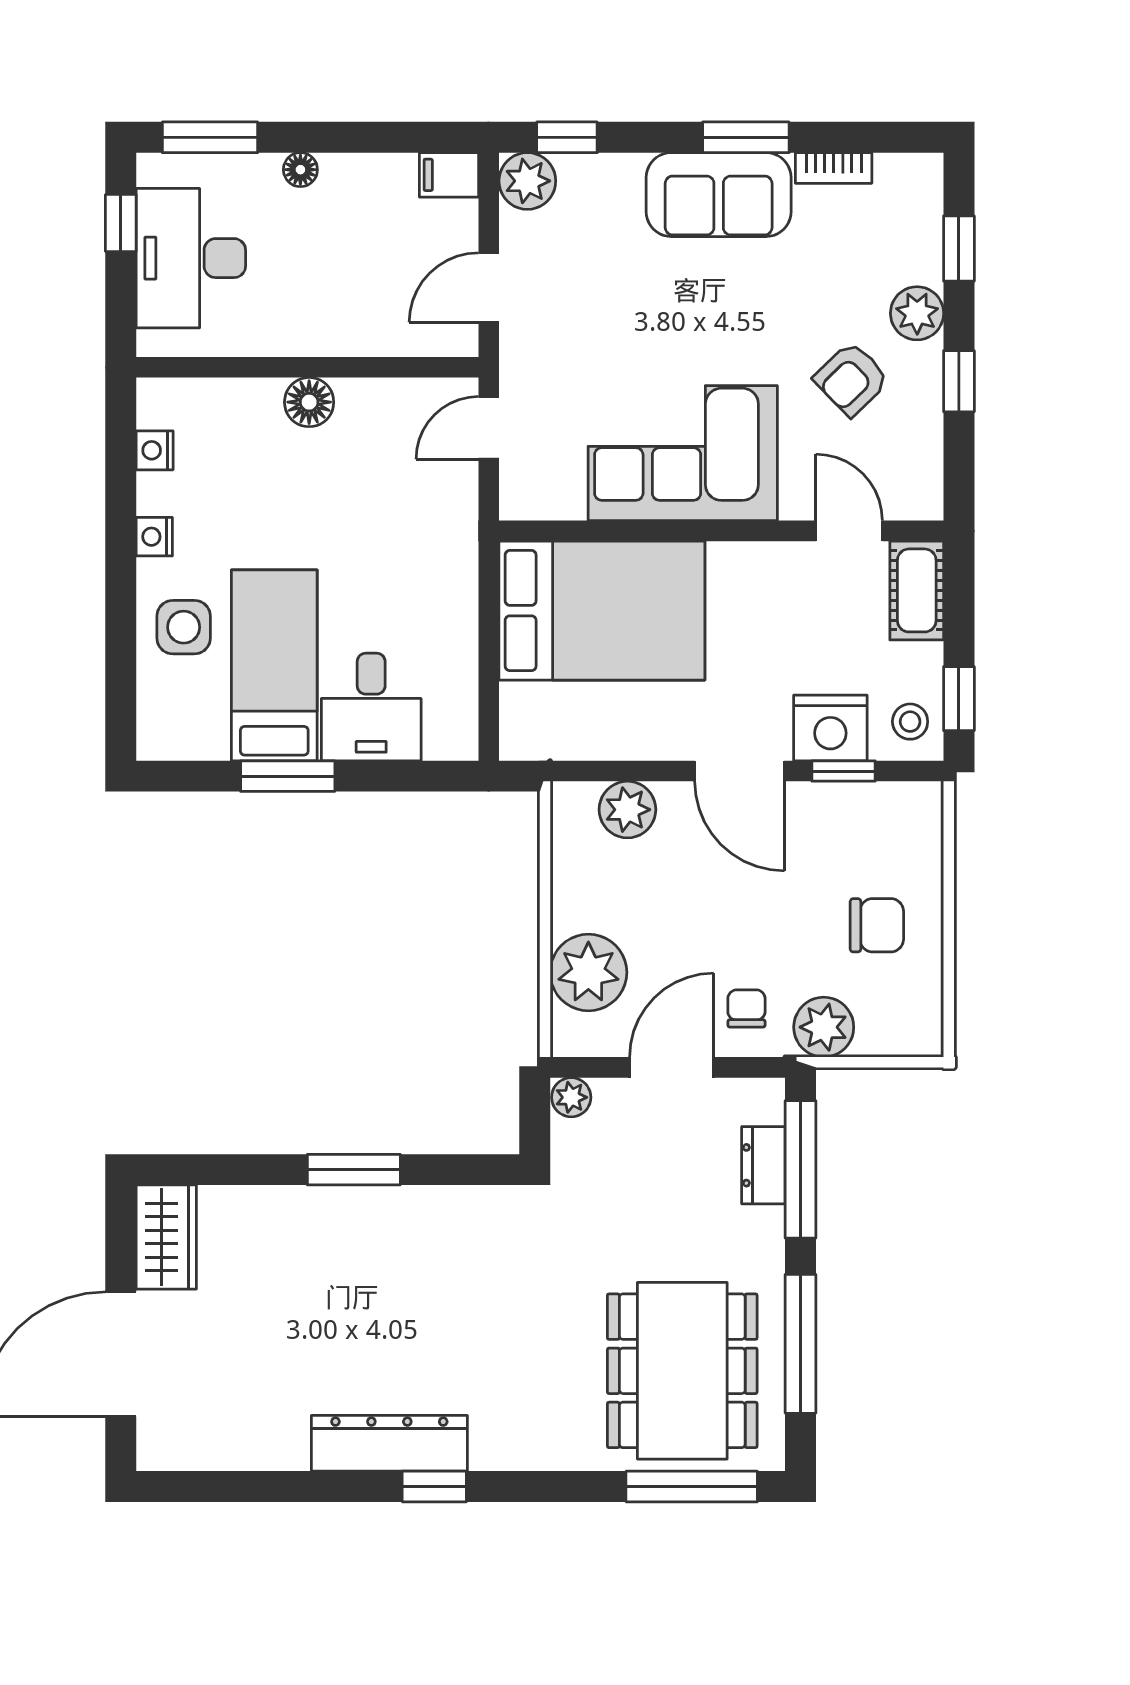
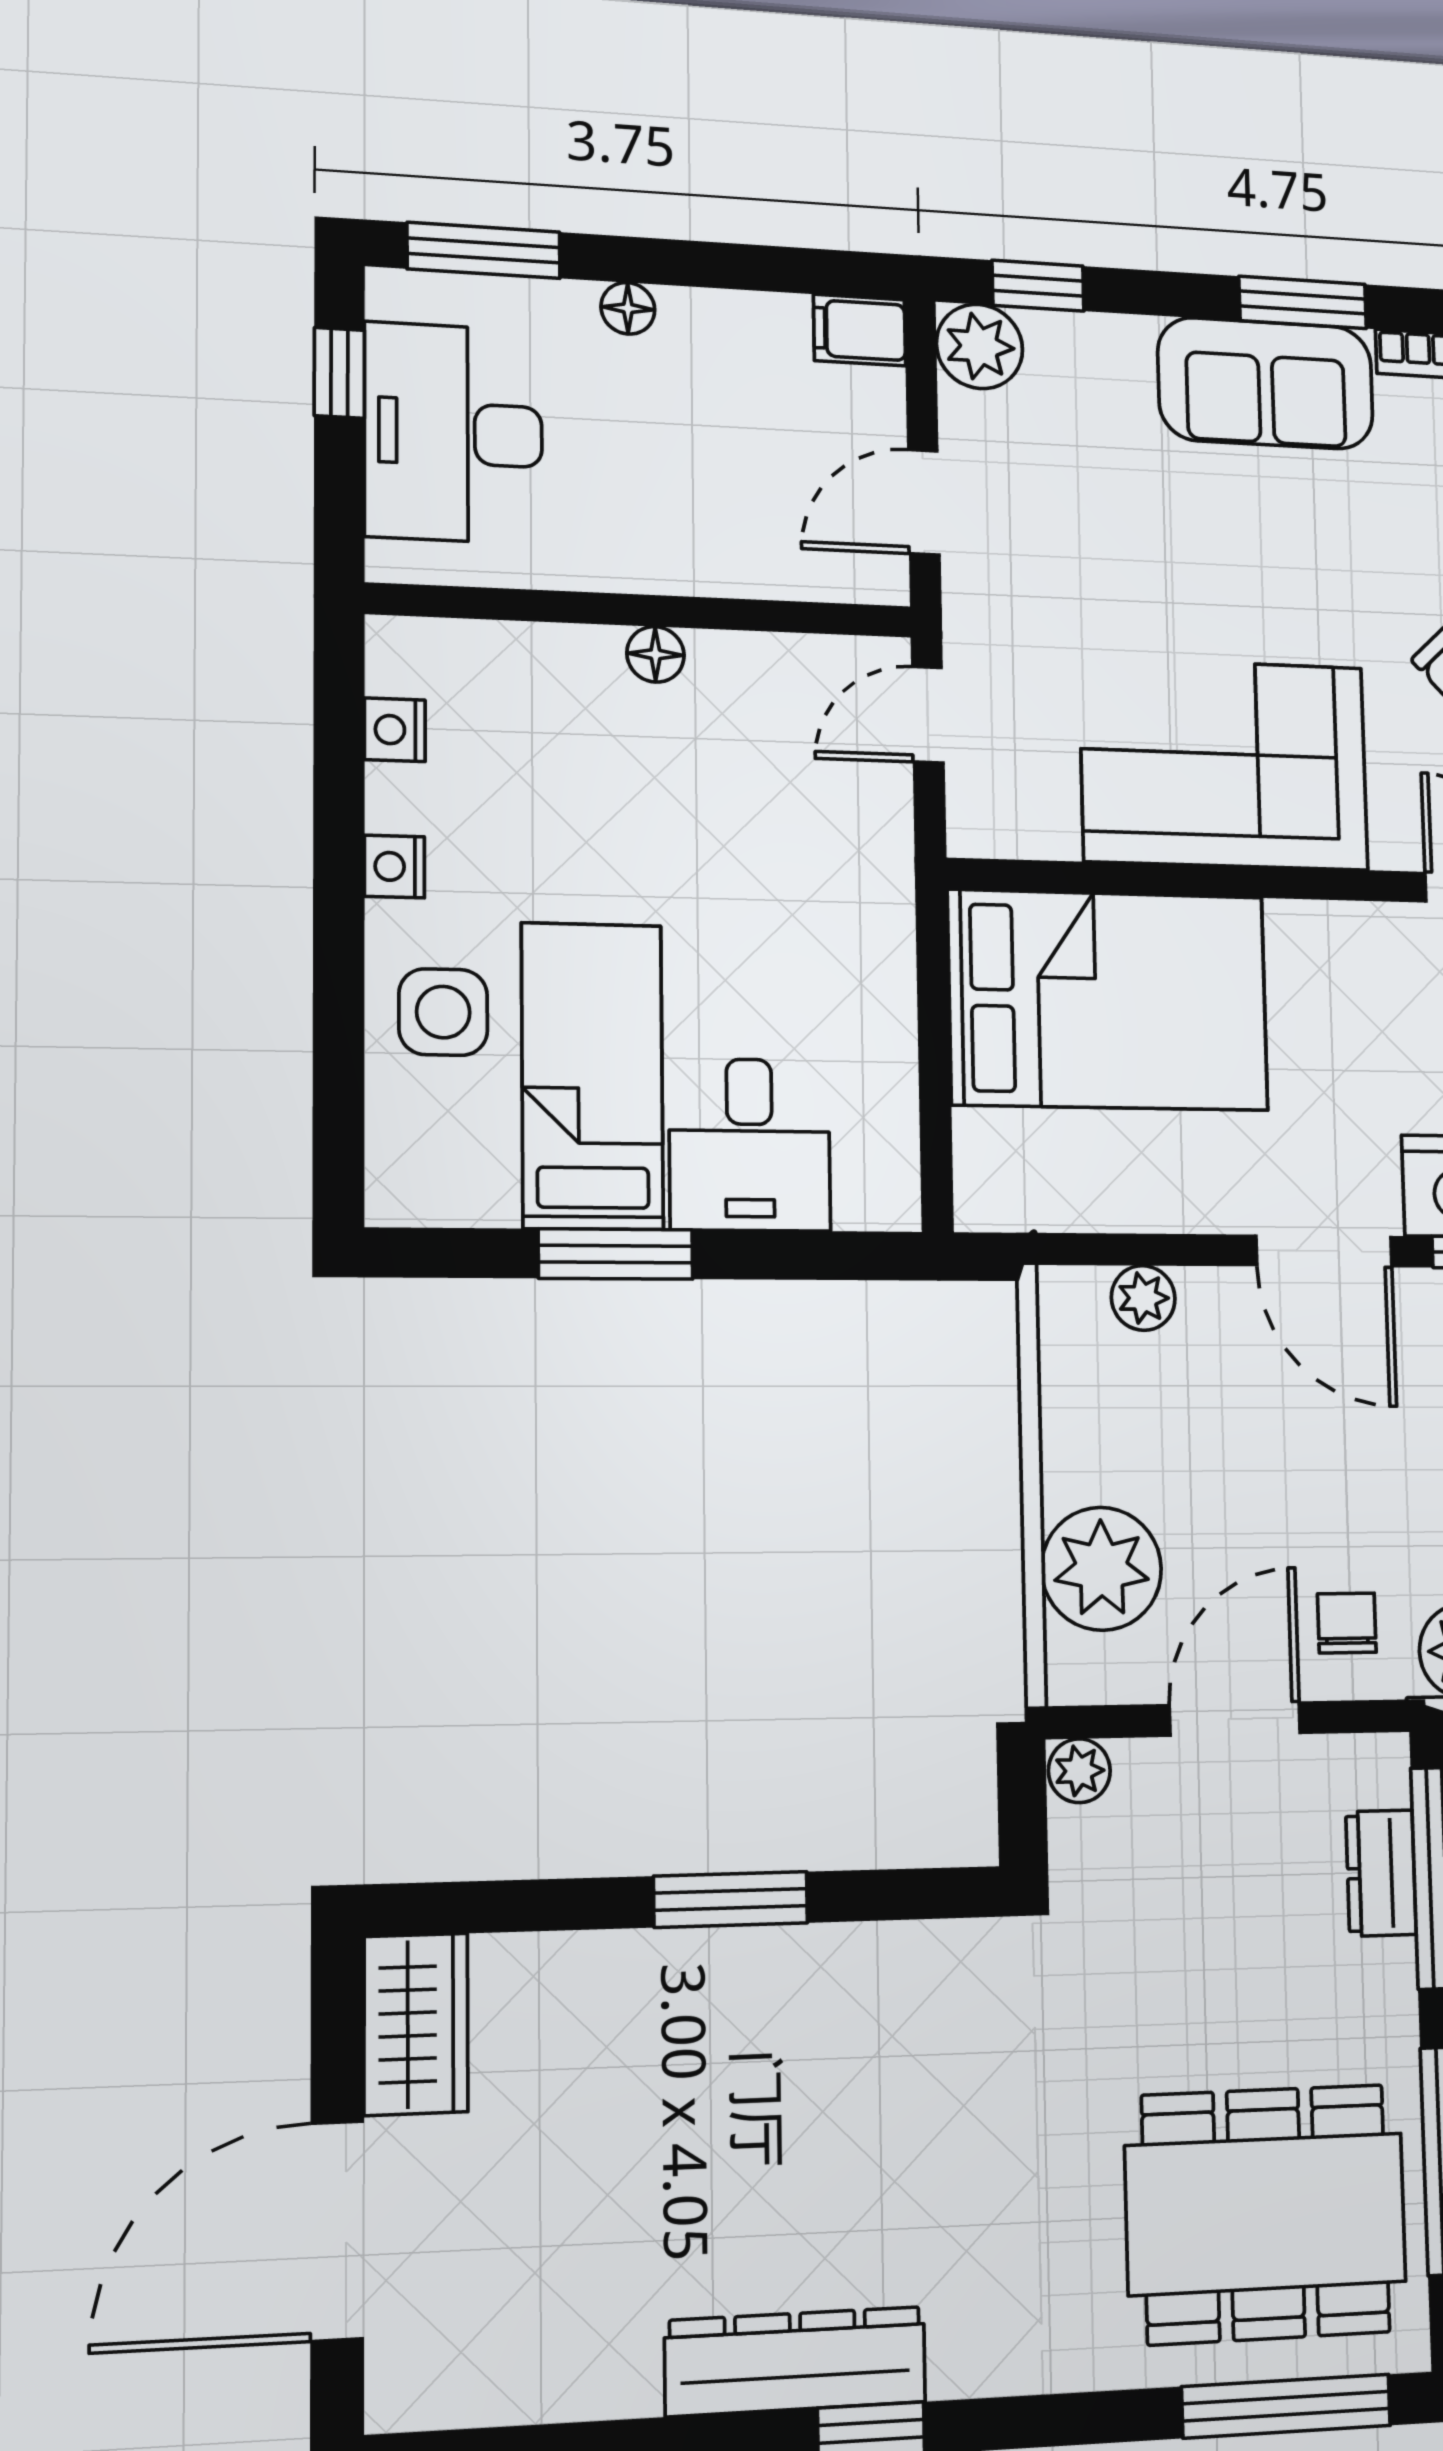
floor lamp: (309, 402) -> (655, 654), width x0.73, depth x0.73
plant: (627, 810) -> (1143, 1298), width x0.73, depth x0.73
dining table: (682, 1371) -> (1266, 2214), turned 90

